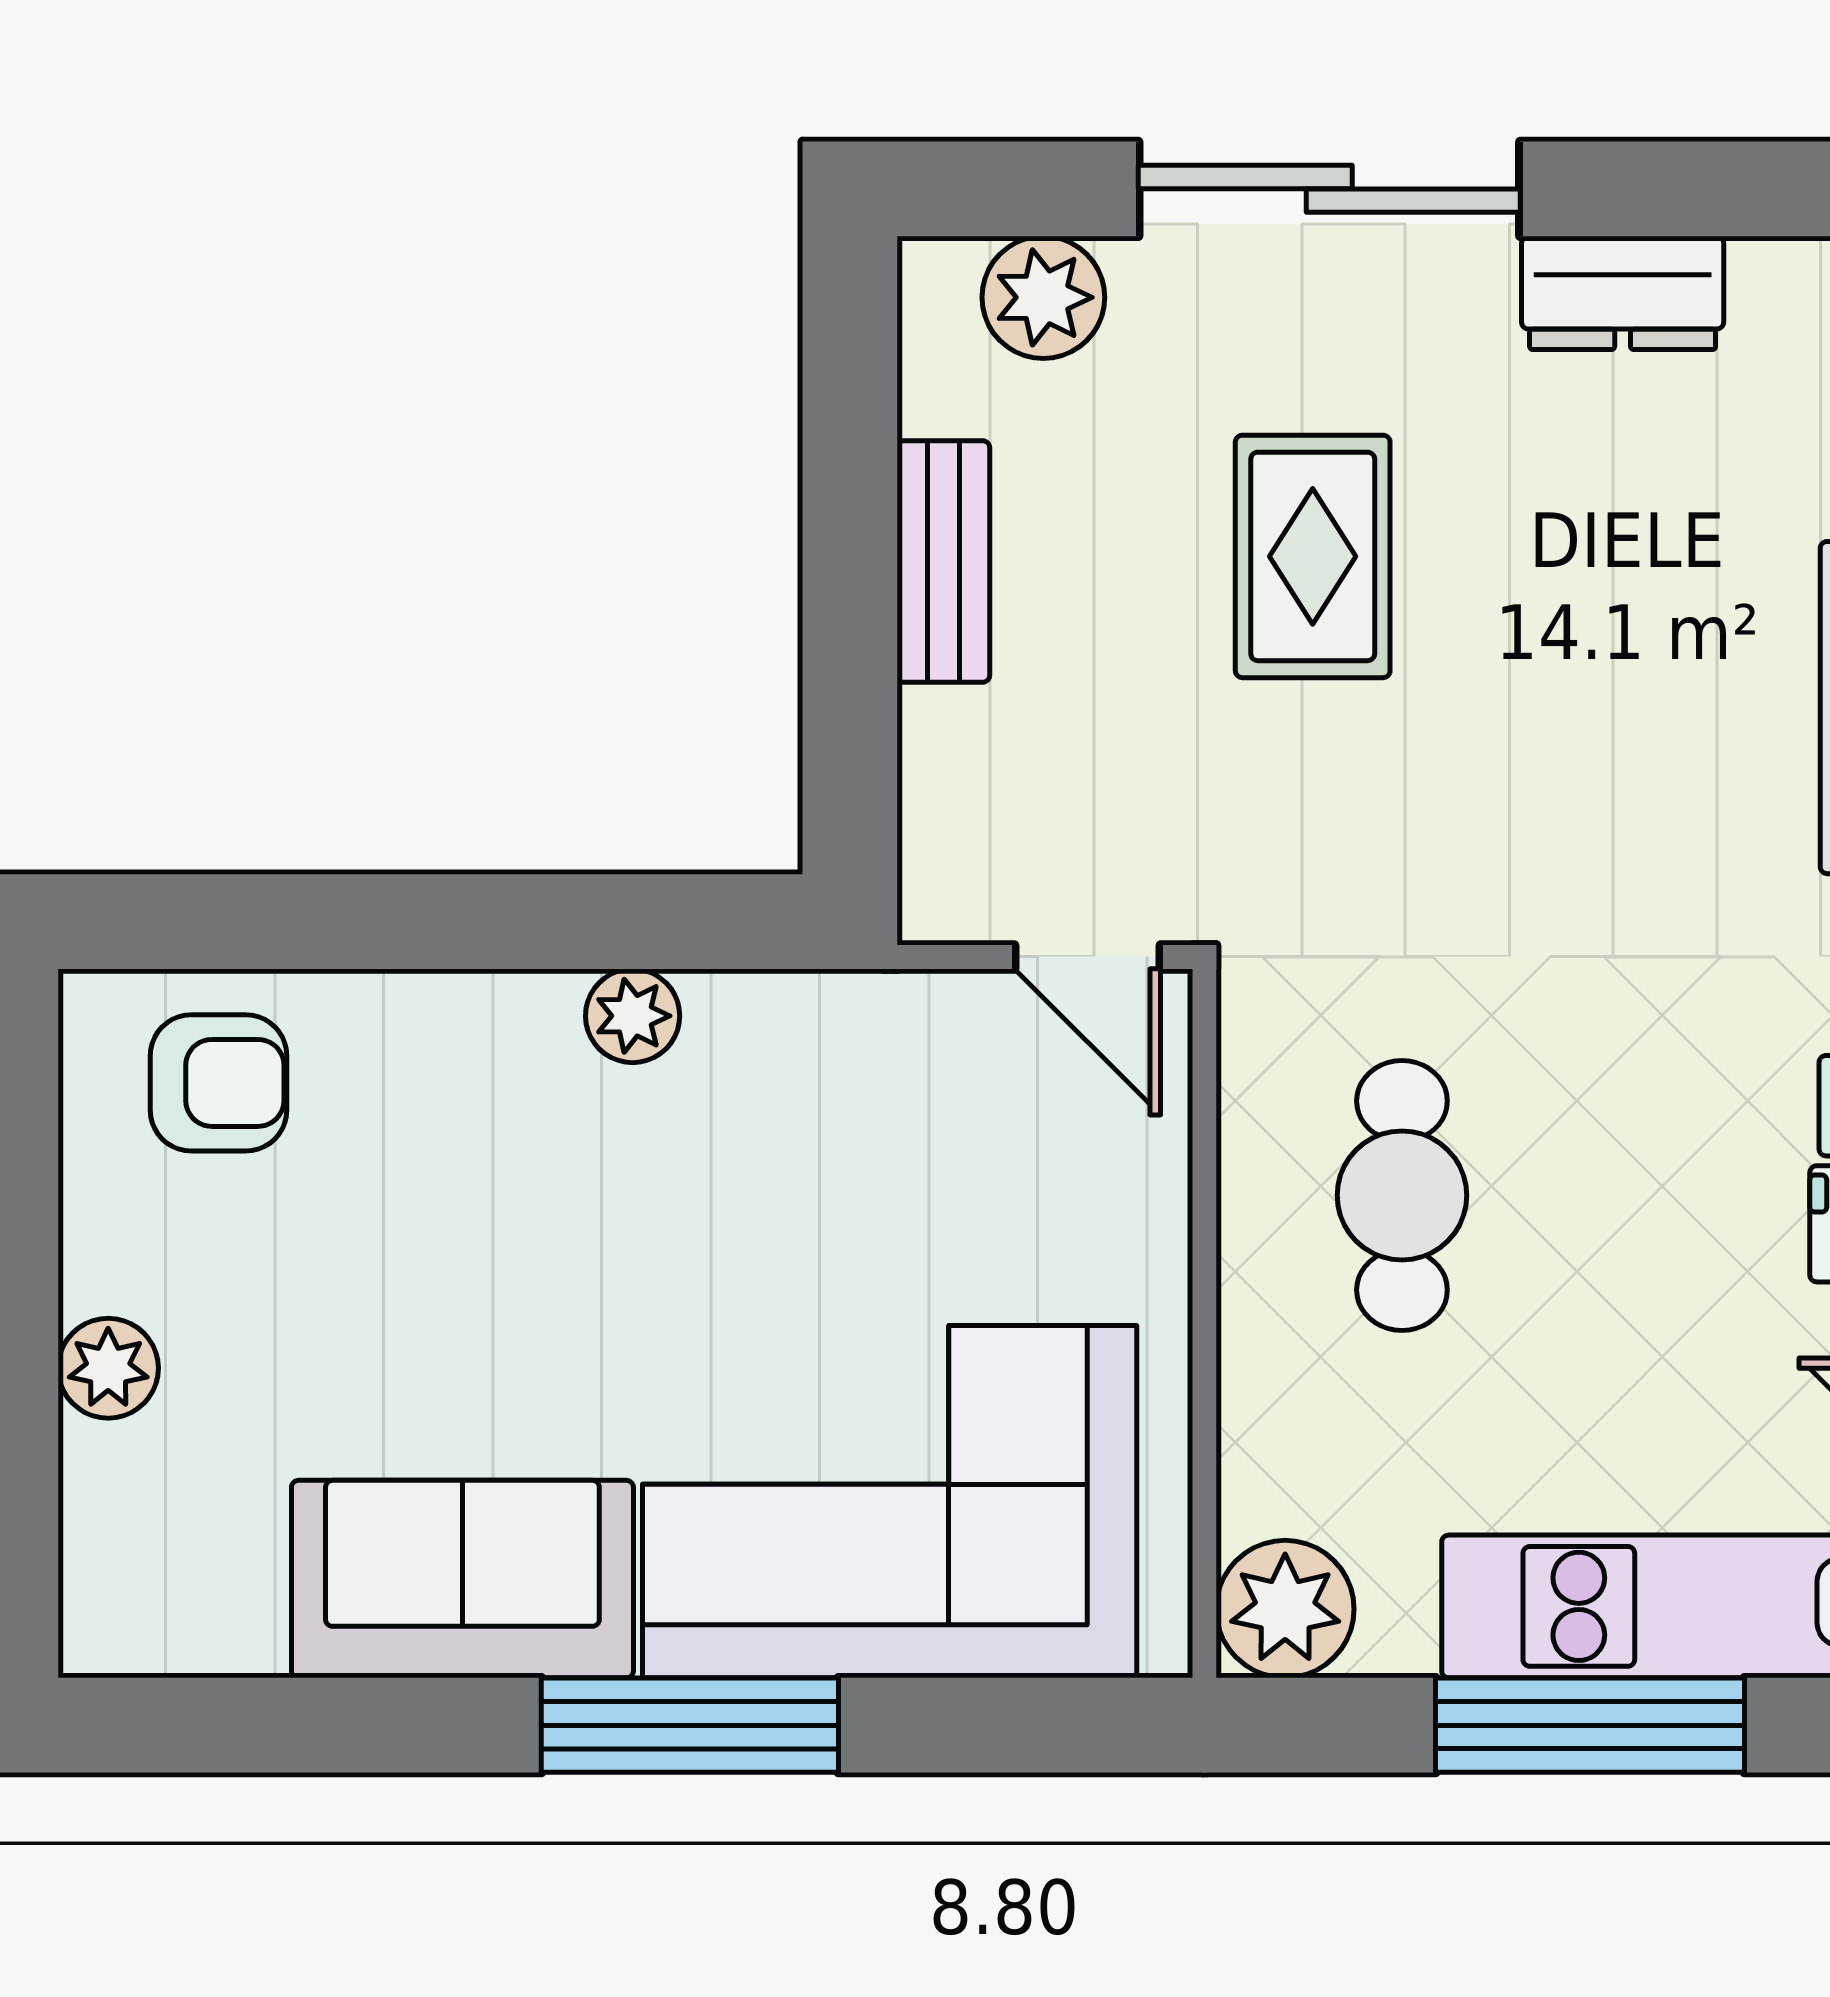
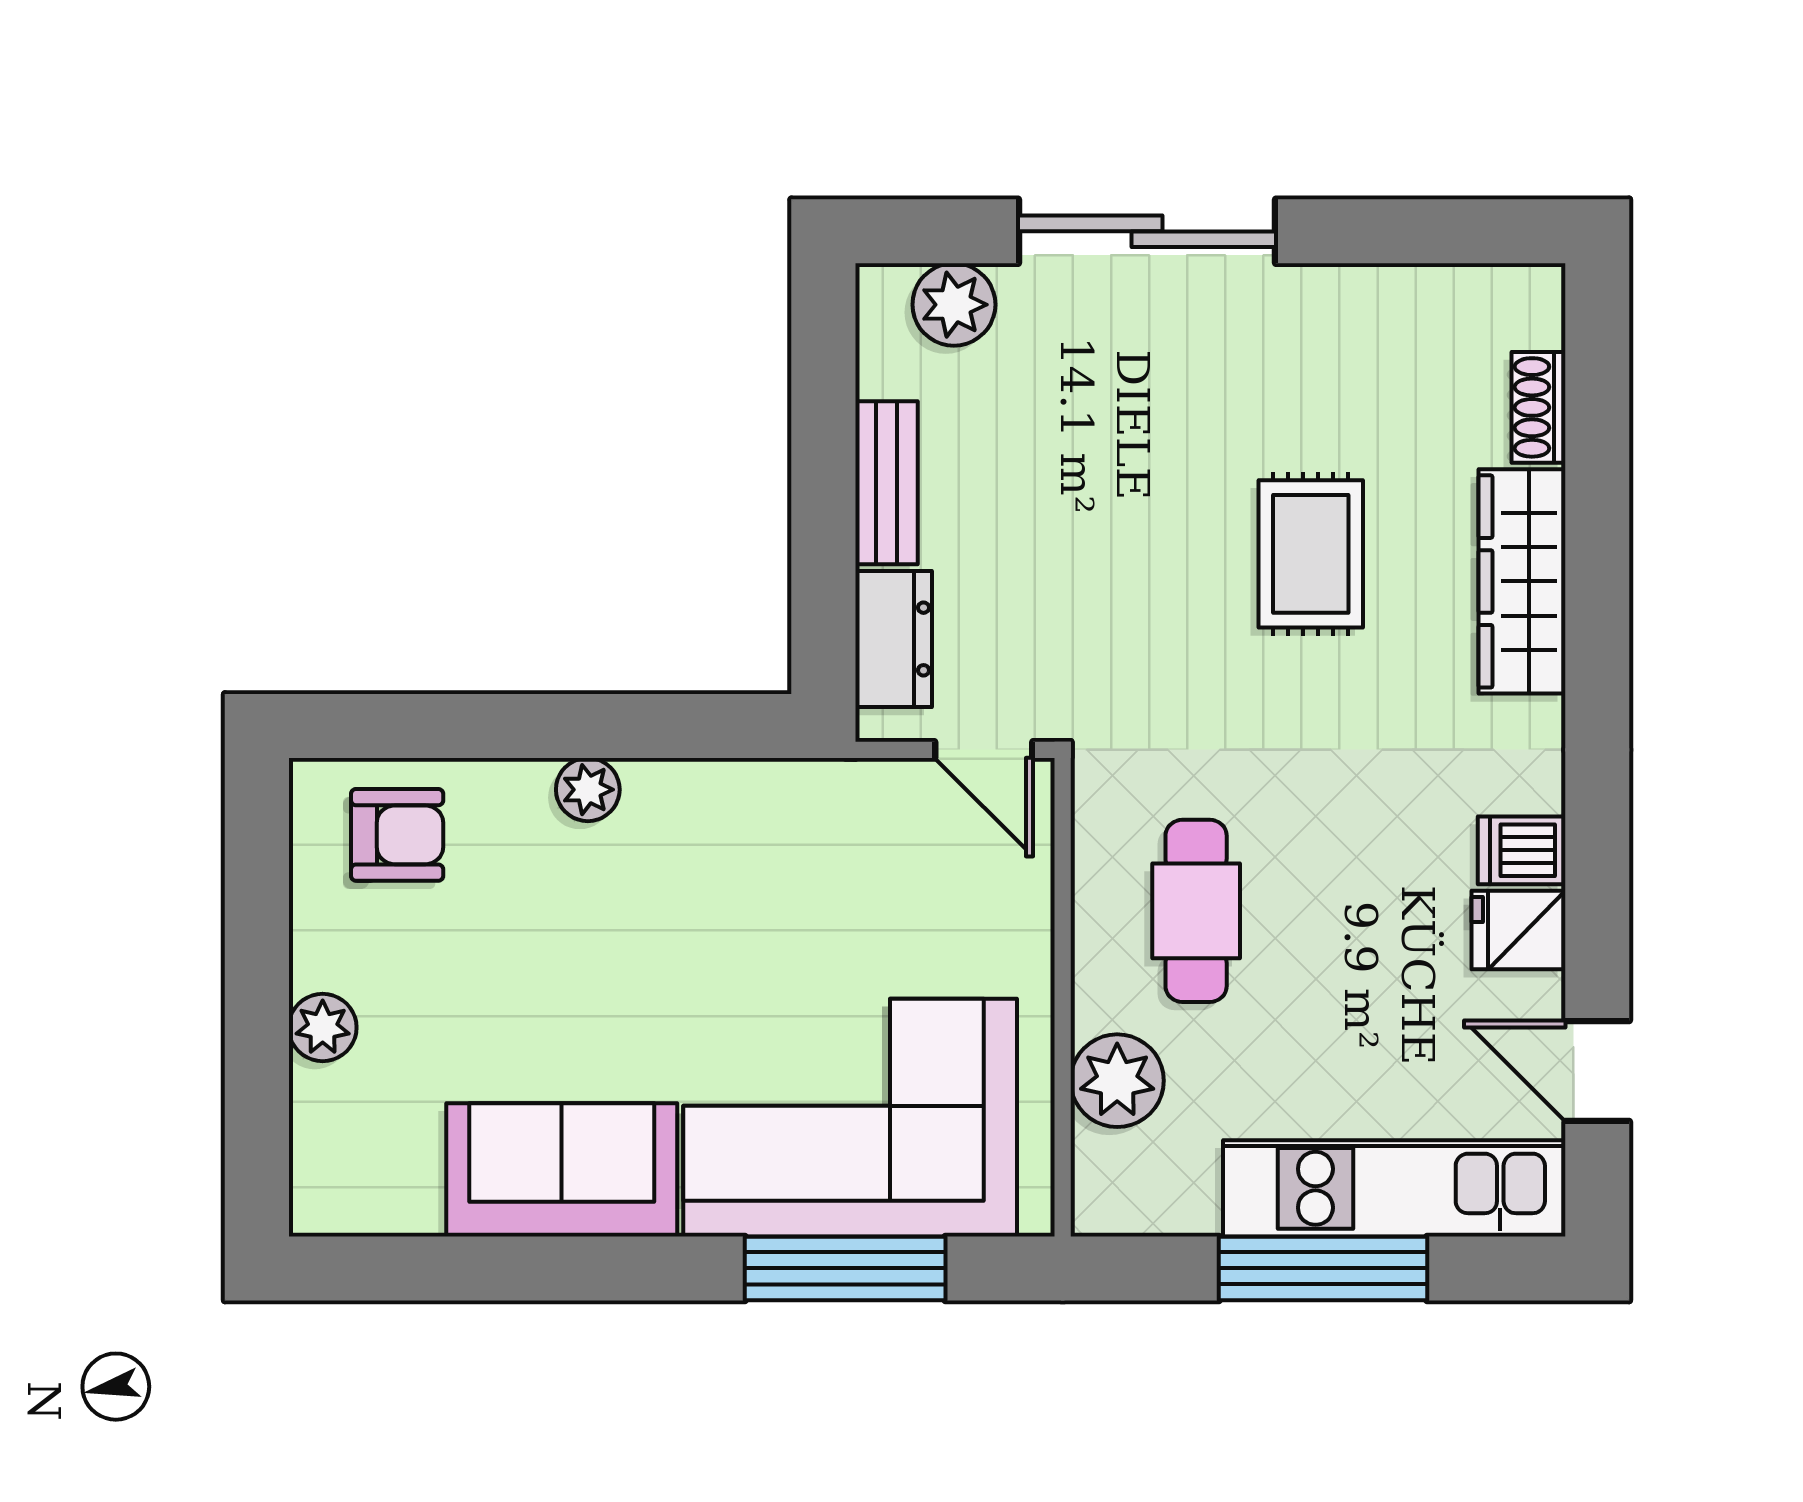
dresser: (1623, 293) -> (894, 639), moved, turned -90
rug: (1313, 556) -> (1311, 554), moved
plant: (633, 1016) -> (588, 790), moved
plant: (1285, 1609) -> (1117, 1081), moved
window: (690, 1725) -> (845, 1268), moved

